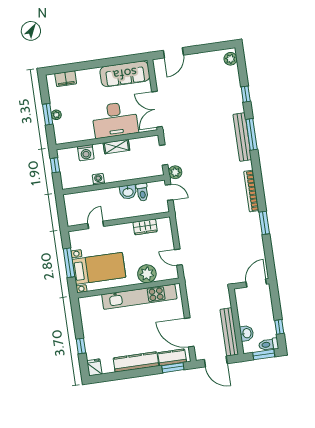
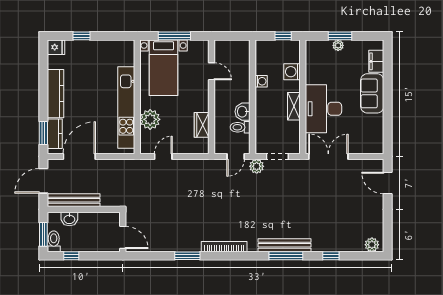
sofa: (125, 74) -> (372, 93), moved, width x0.73

